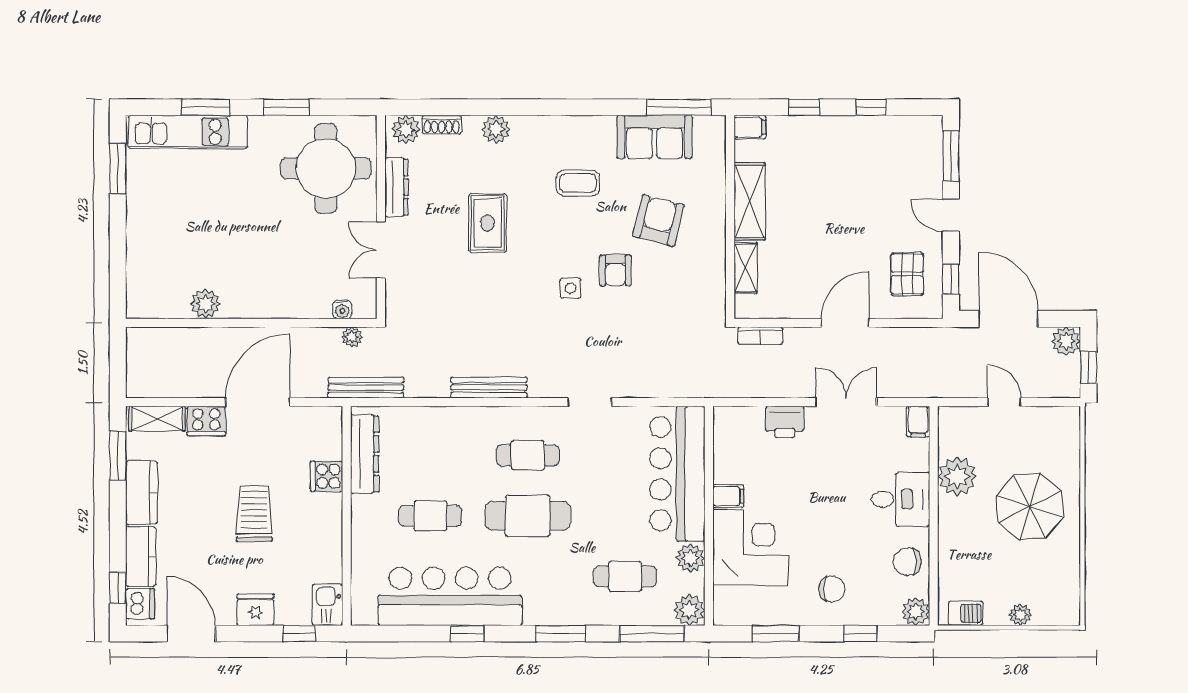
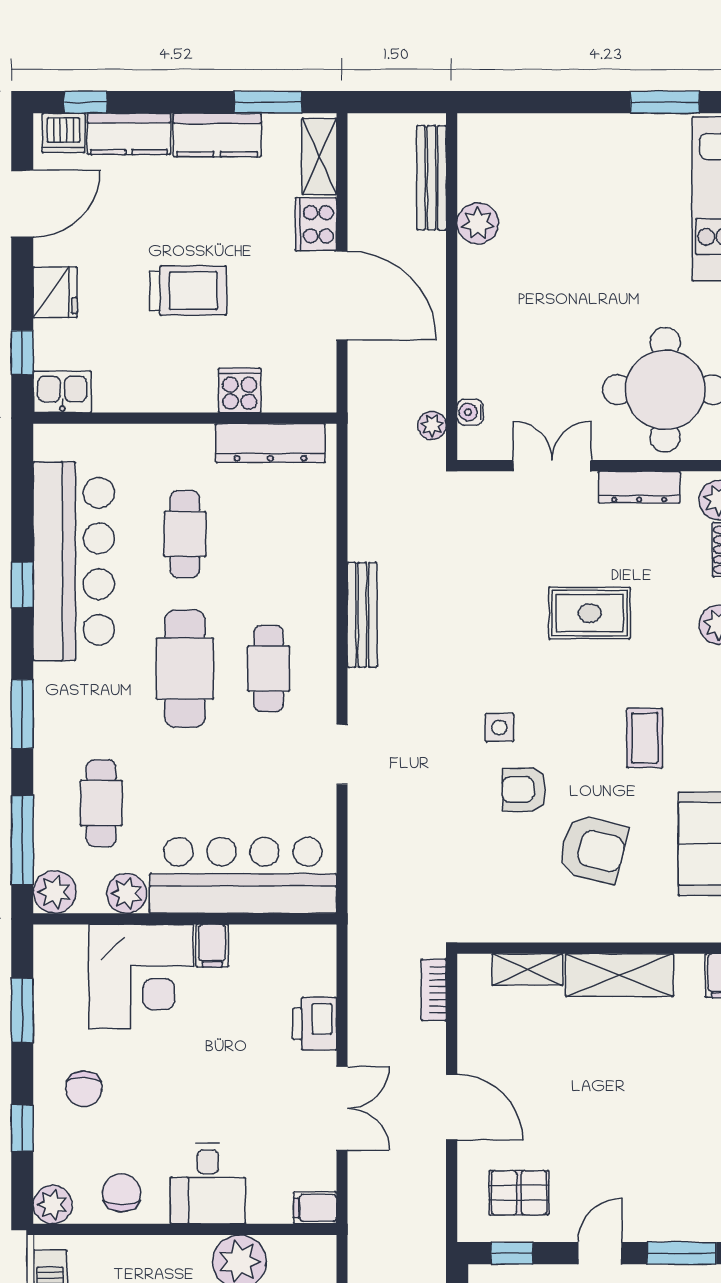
bench: (366, 388) -> (432, 178), moved

